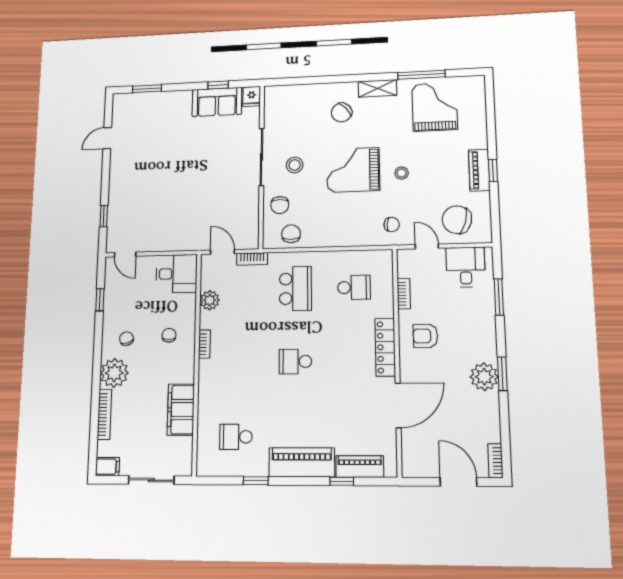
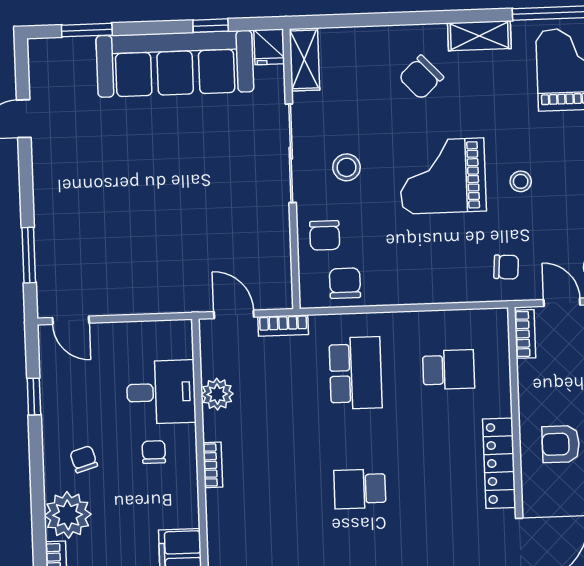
sofa: (217, 102) -> (175, 64), width x1.85, depth x1.27
shelving: (272, 103) -> (304, 59), added
window: (104, 216) -> (29, 255), width x1.50
desk: (177, 274) -> (161, 392), moved
bookcase: (404, 294) -> (525, 334), moved

